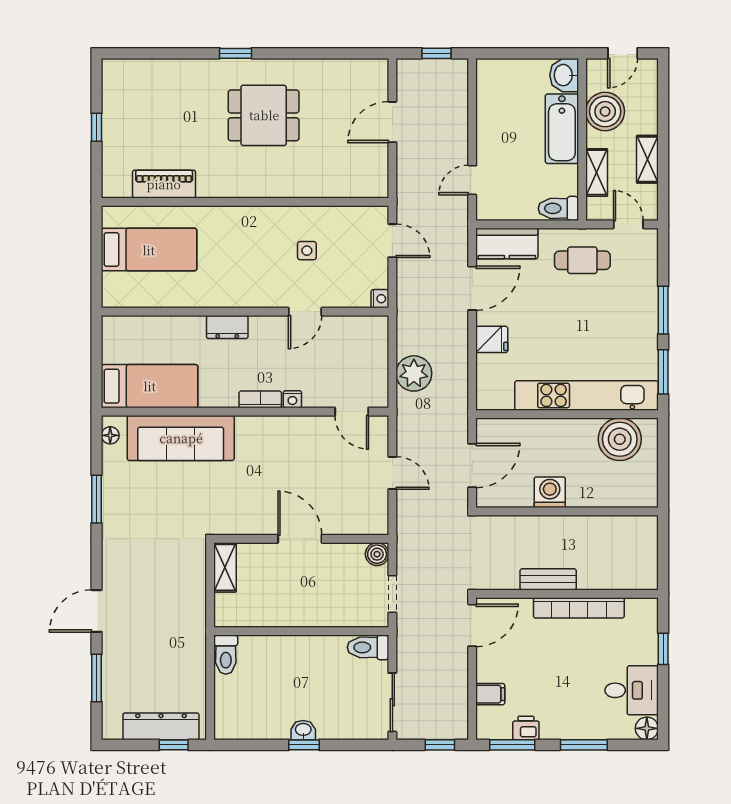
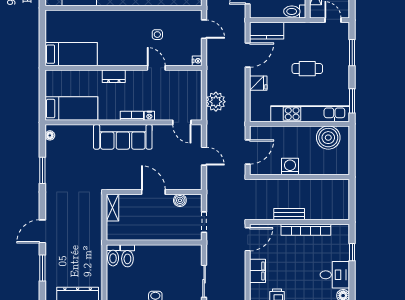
bed: (149, 250) -> (71, 54), moved
cafe table: (582, 260) -> (307, 69), moved
window: (663, 310) -> (352, 53), moved
door: (305, 312) -> (156, 68), swing flipped
sofa: (181, 438) -> (123, 137), moved
boiler: (377, 554) -> (180, 200), moved
toilet: (368, 647) -> (127, 256), moved, turned -90
filing cabinet: (490, 694) -> (258, 271), width x2.00

